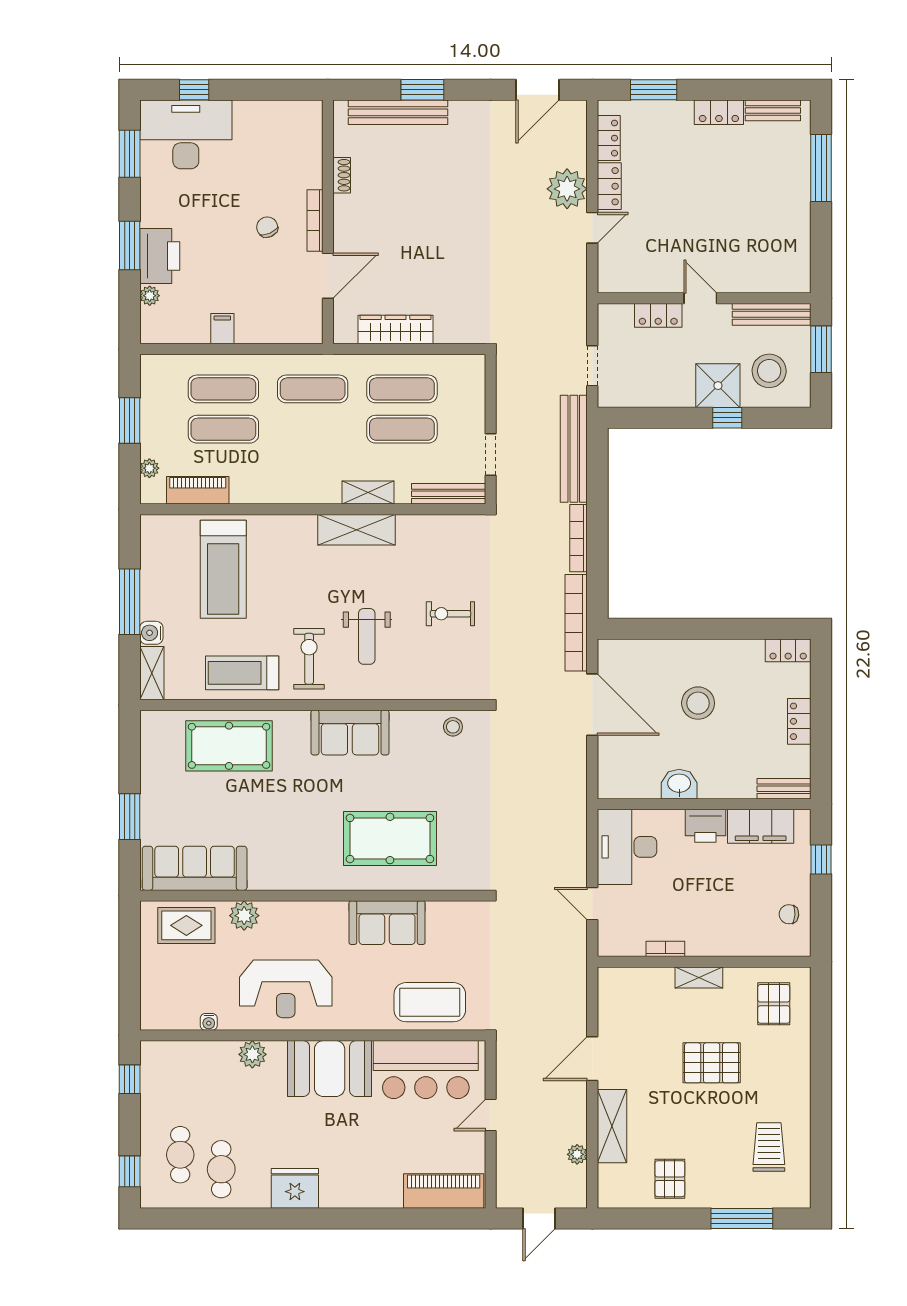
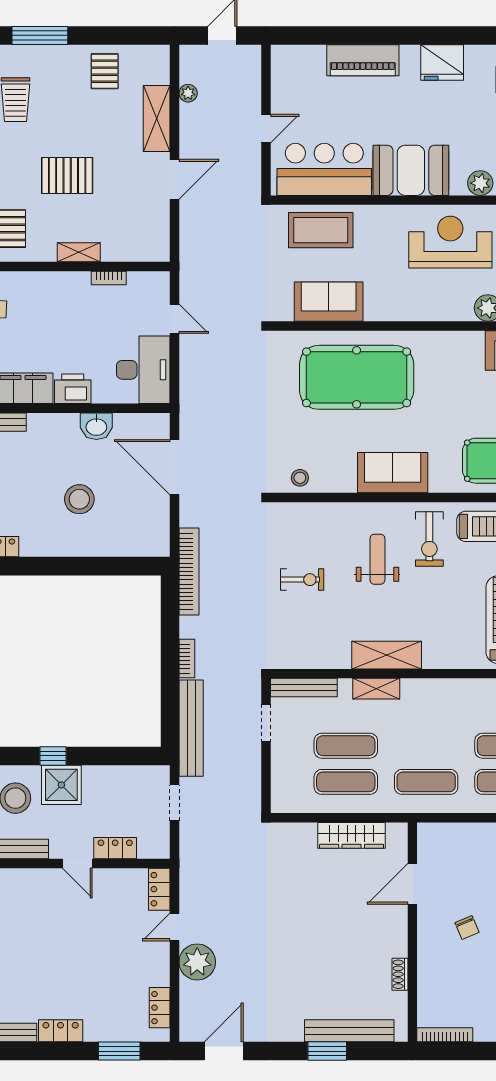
locker: (609, 186) -> (159, 889), moved
bookcase: (315, 221) -> (445, 1035), moved, turned -90
bookcase: (579, 538) -> (187, 659), width x0.64
door: (592, 705) -> (175, 467), moved
pool table: (390, 839) -> (357, 377), width x1.36, depth x1.32
sofa: (387, 923) -> (329, 302), moved
piano: (444, 1191) -> (363, 60), moved

